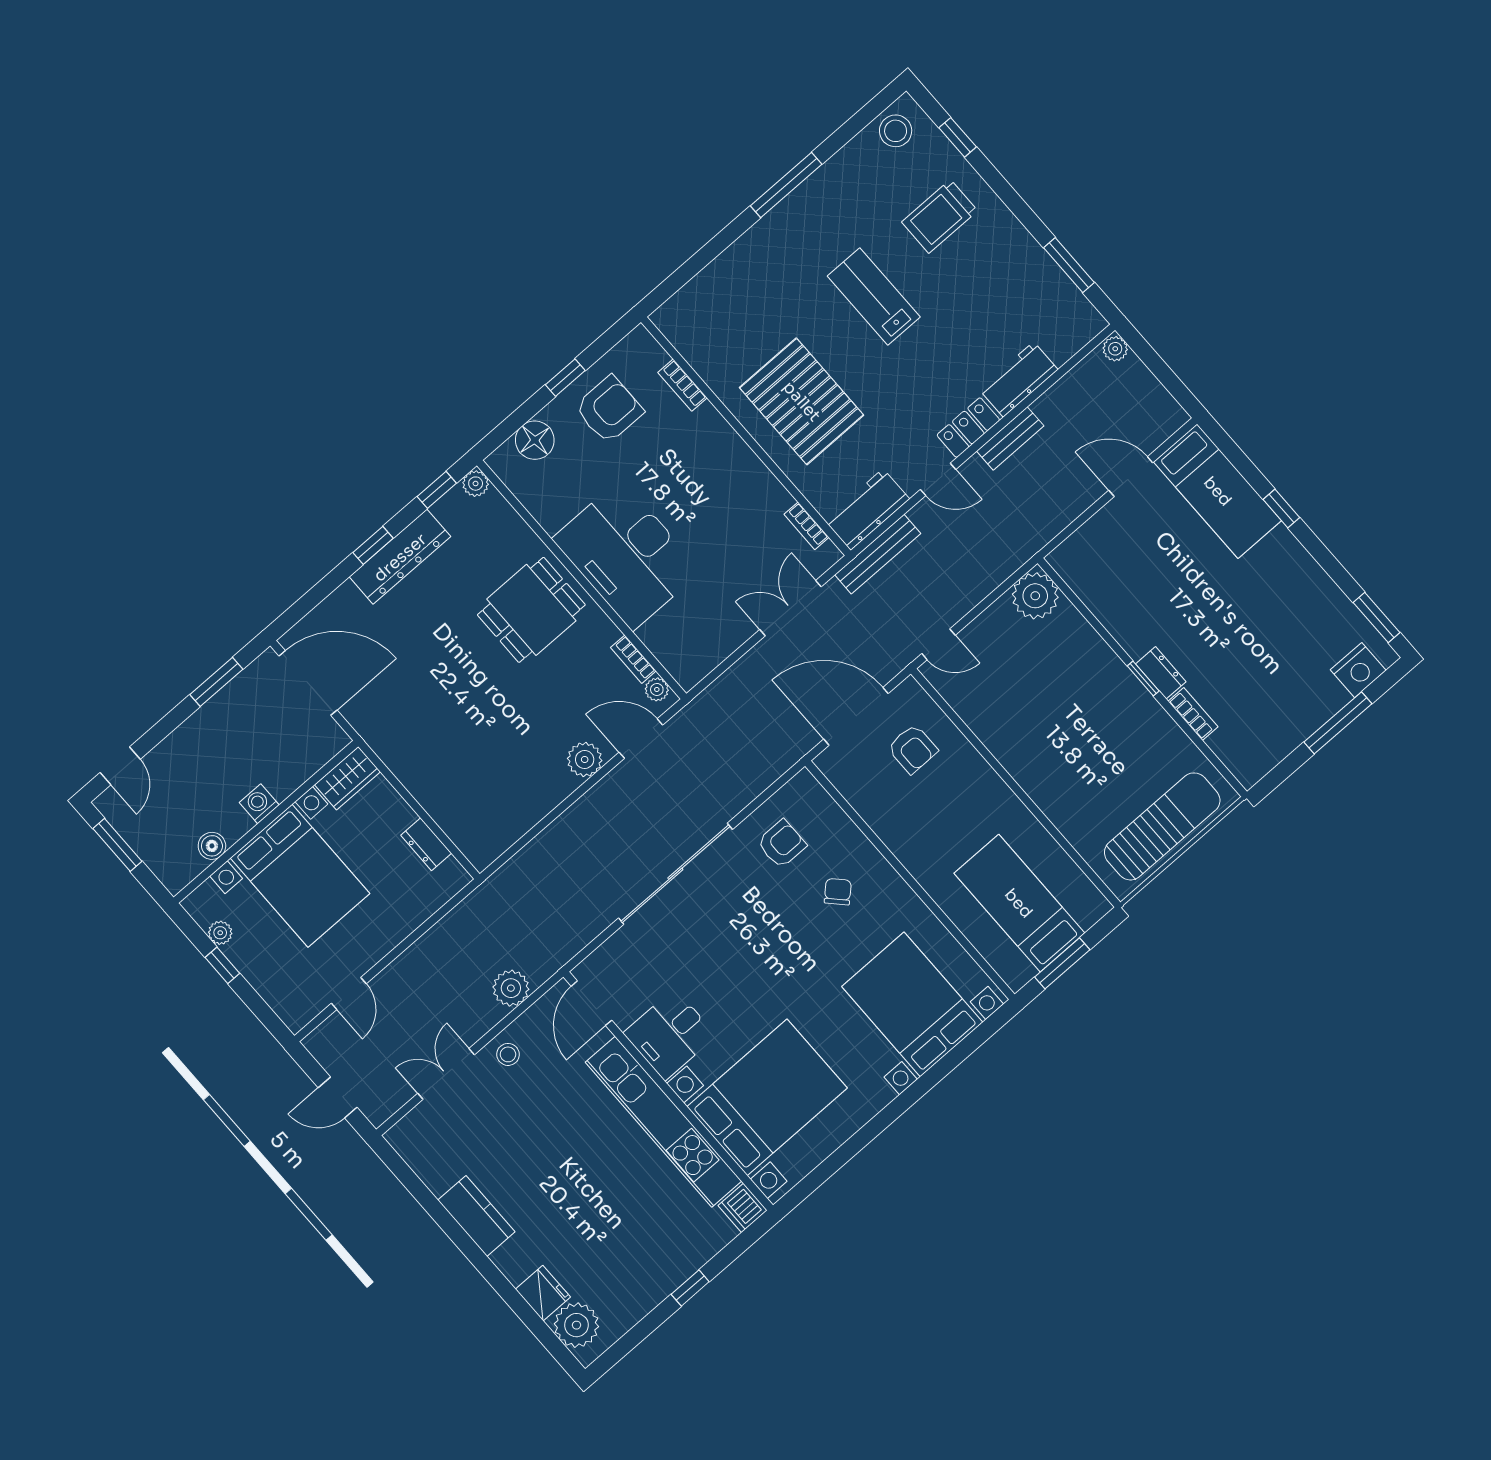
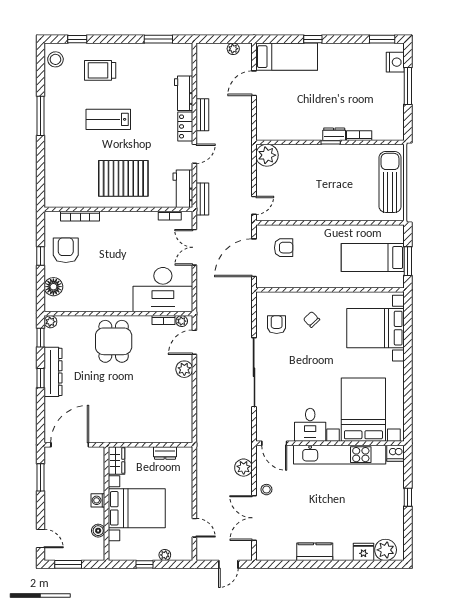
trolley: (940, 216) -> (100, 70), turned 90
plant: (1115, 349) -> (233, 49), moved
bookcase: (683, 385) -> (80, 216), width x1.56
bench: (878, 554) -> (202, 199), width x0.73
desk: (627, 555) -> (163, 290), moved
plant: (220, 933) -> (165, 555), moved
double door: (446, 1074) -> (254, 518), width x1.37

